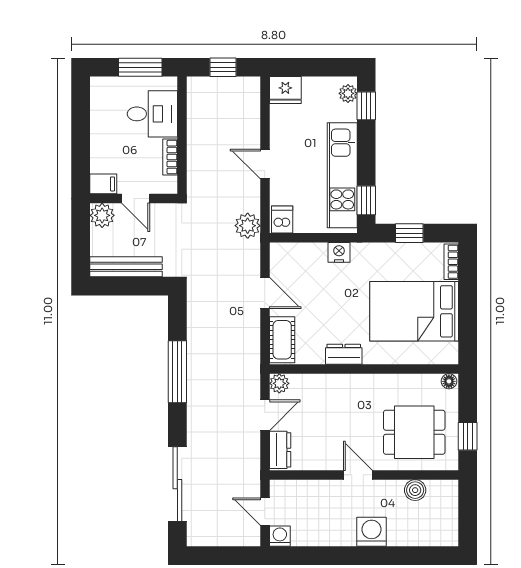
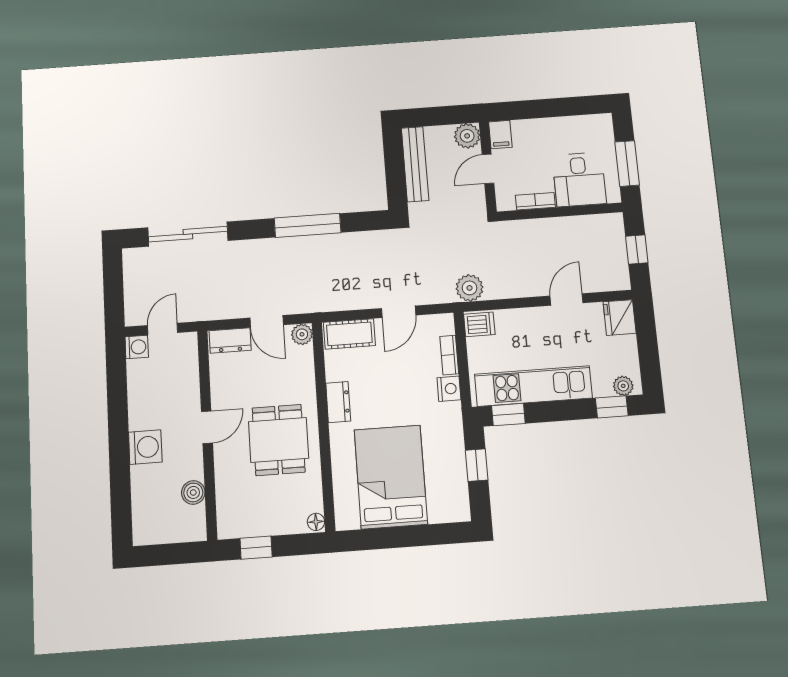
door: (265, 164) -> (567, 299), moved
bookcase: (451, 262) -> (449, 355), moved, turned -90
dining table: (414, 432) -> (279, 440), moved

